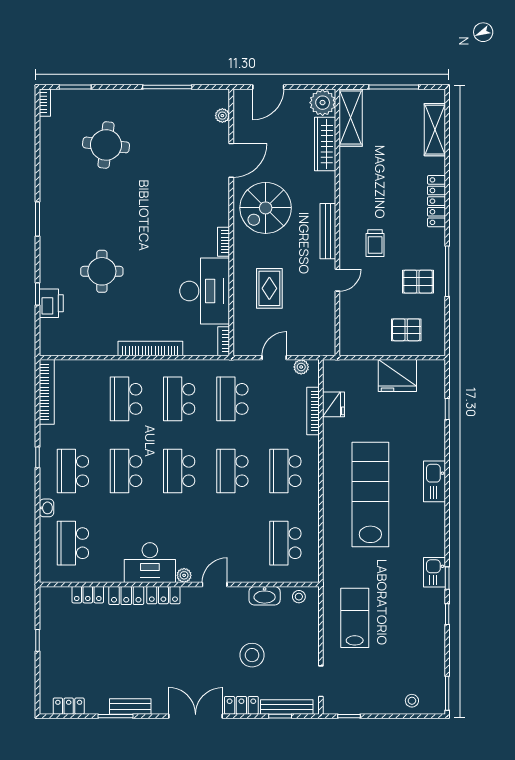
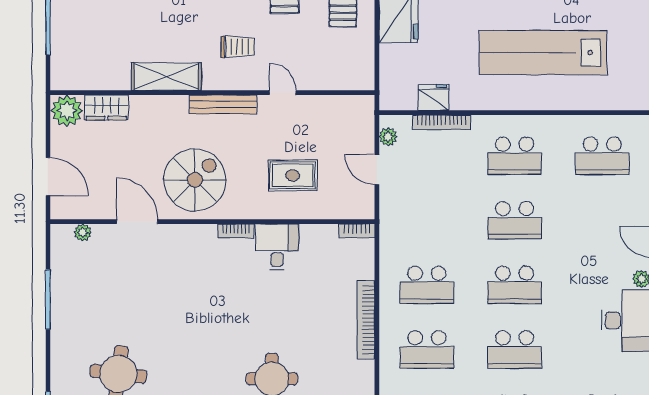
shelving: (351, 118) -> (166, 76), moved
wardrobe: (325, 144) -> (106, 108), width x0.67
spiral stairs: (266, 208) -> (195, 180), turned -90
desk: (205, 291) -> (277, 247), width x0.53, depth x0.77
school desk: (232, 399) -> (427, 220), removed

